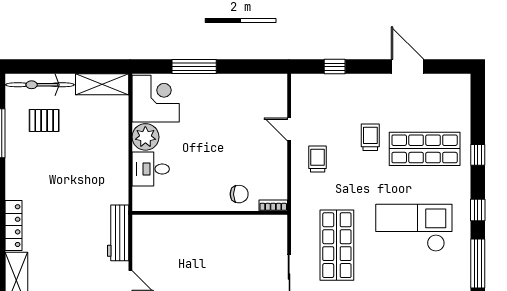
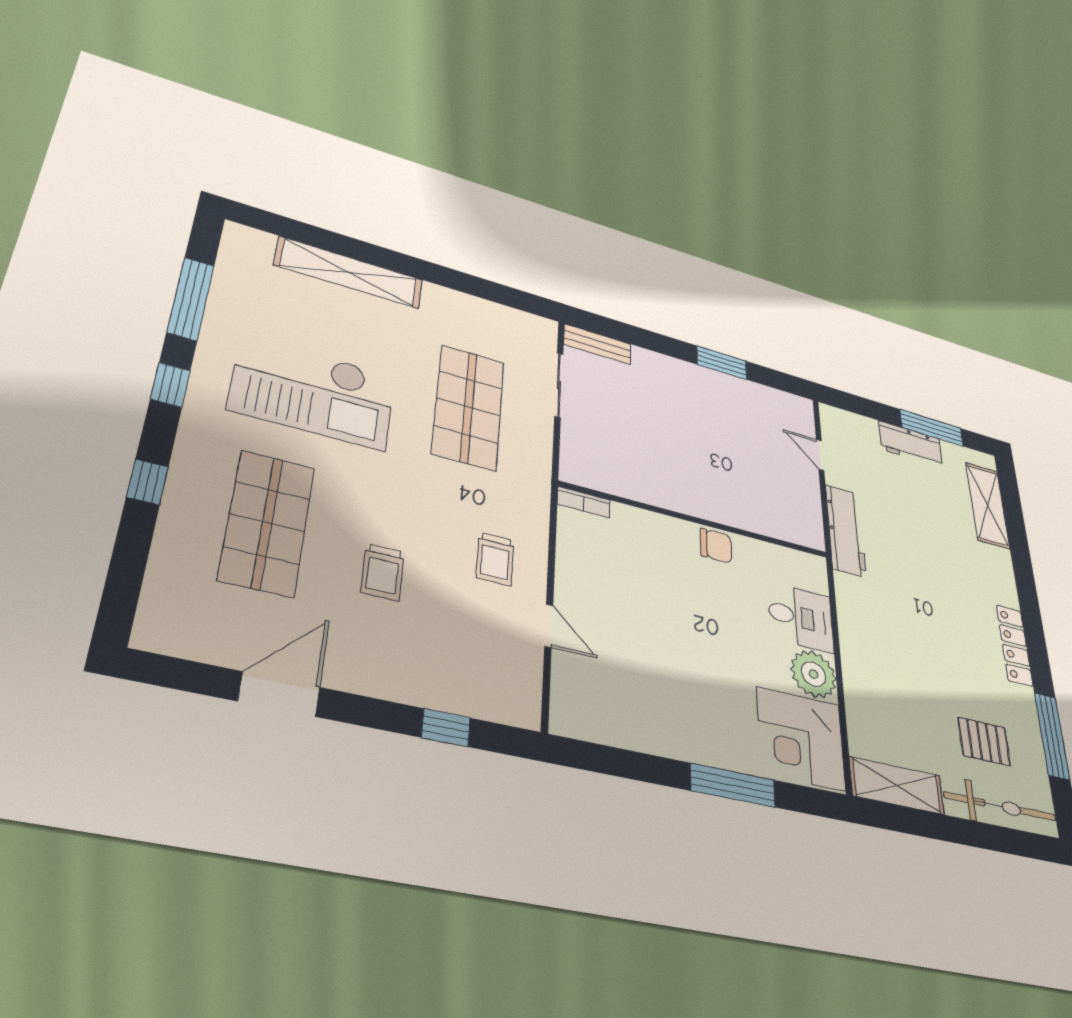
door: (408, 67) -> (279, 694), swing flipped
shop shelf: (425, 149) -> (267, 523), turned 90
chair: (239, 194) -> (716, 546), moved, turned 180
locker: (13, 226) -> (1015, 645), moved

